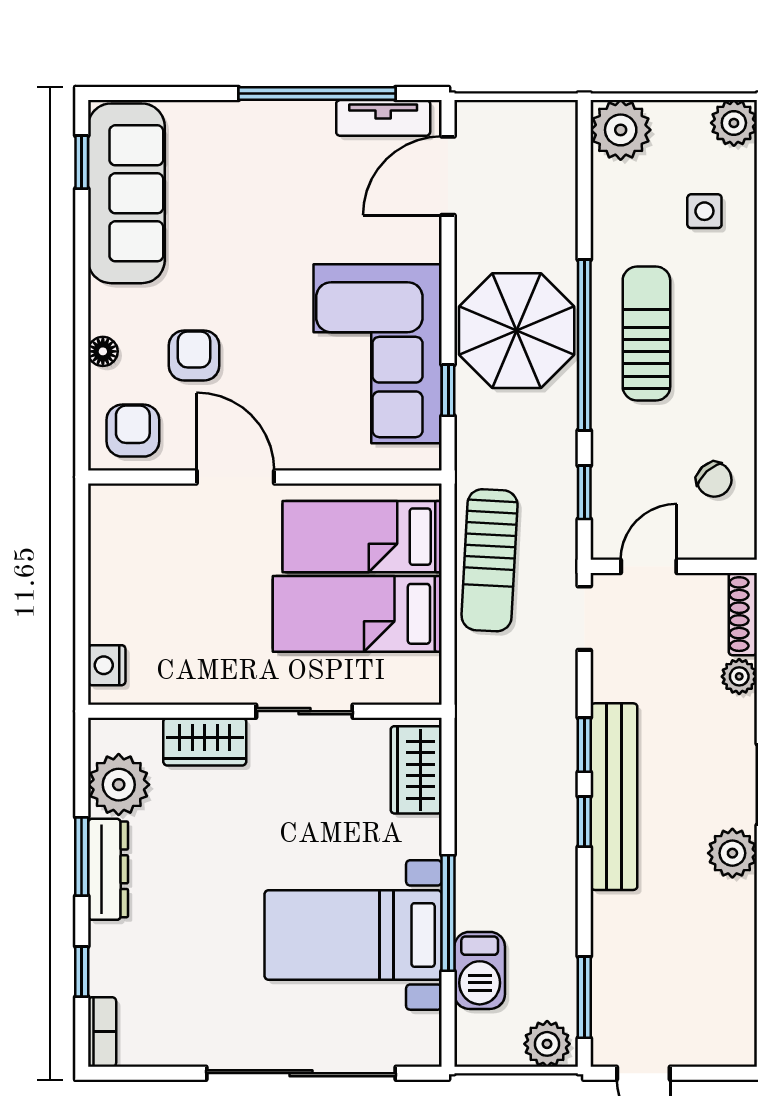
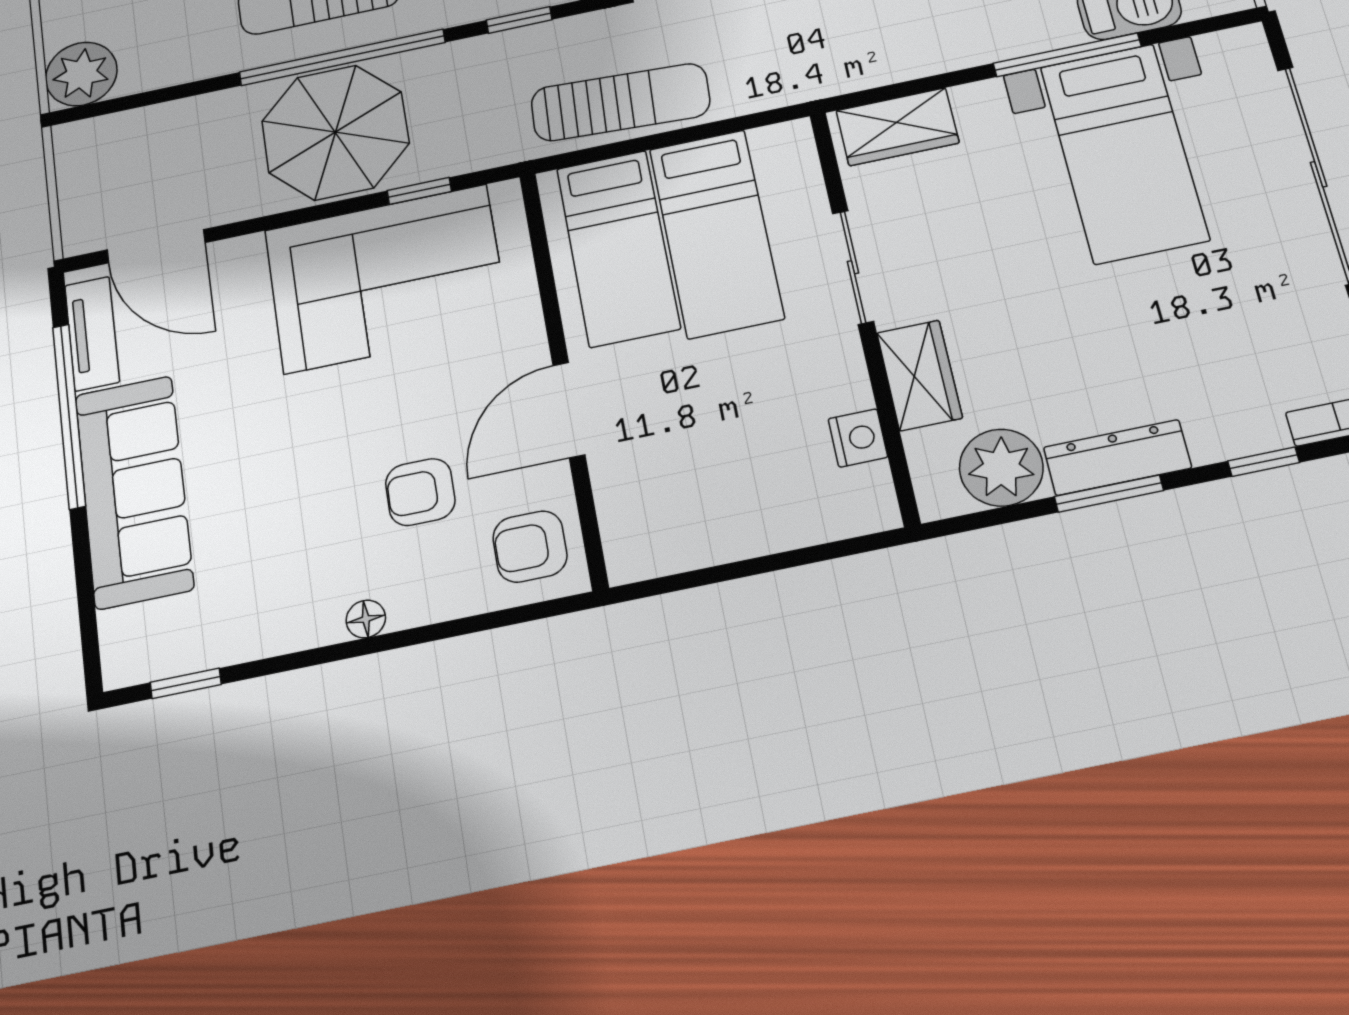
sofa: (126, 193) -> (134, 491), moved, turned 90
floor lamp: (103, 351) -> (366, 619), moved
nightstand: (107, 665) -> (858, 438), moved, turned -90

